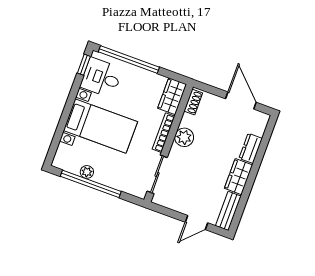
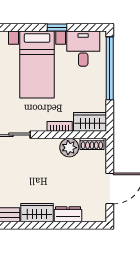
window: (84, 65) -> (57, 28), moved
bookcase: (164, 133) -> (60, 126), width x0.64
plant: (184, 137) -> (69, 148), moved

